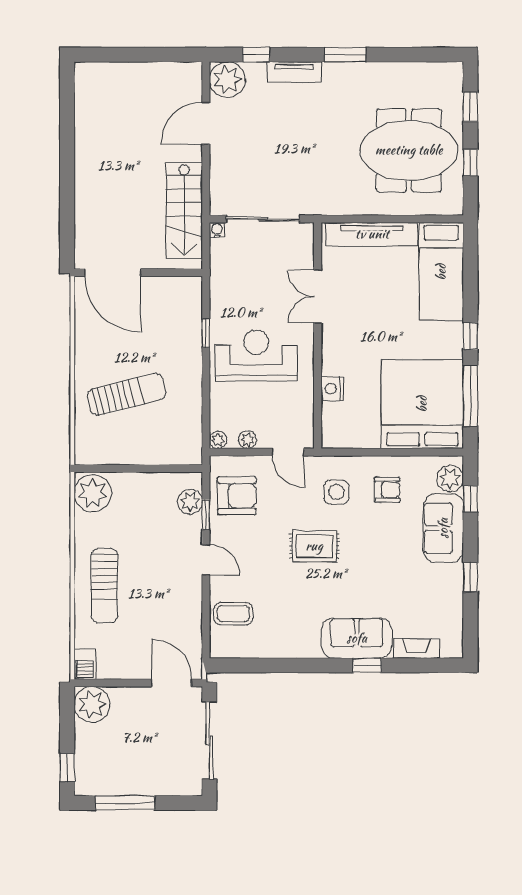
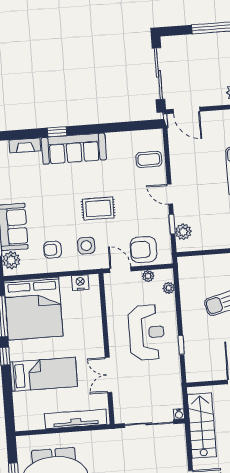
bed: (441, 272) -> (44, 374), moved, turned 90
double door: (318, 297) -> (108, 375), swing flipped
reception desk: (256, 355) -> (146, 333), turned -90
nightstand: (332, 389) -> (80, 283), moved, turned -90
plant: (218, 440) -> (169, 288), moved
armchair: (237, 496) -> (143, 250), moved
sofa: (357, 638) -> (74, 149), width x1.36

